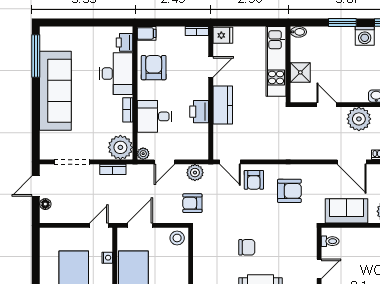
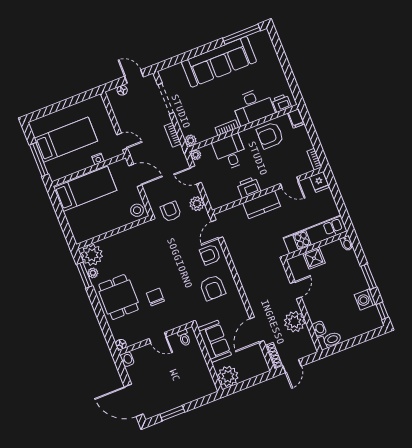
armchair: (154, 68) -> (270, 135), turned 180
plant: (120, 147) -> (191, 140), width x0.53, depth x0.53
chair: (247, 247) -> (155, 297), moved, turned 180

